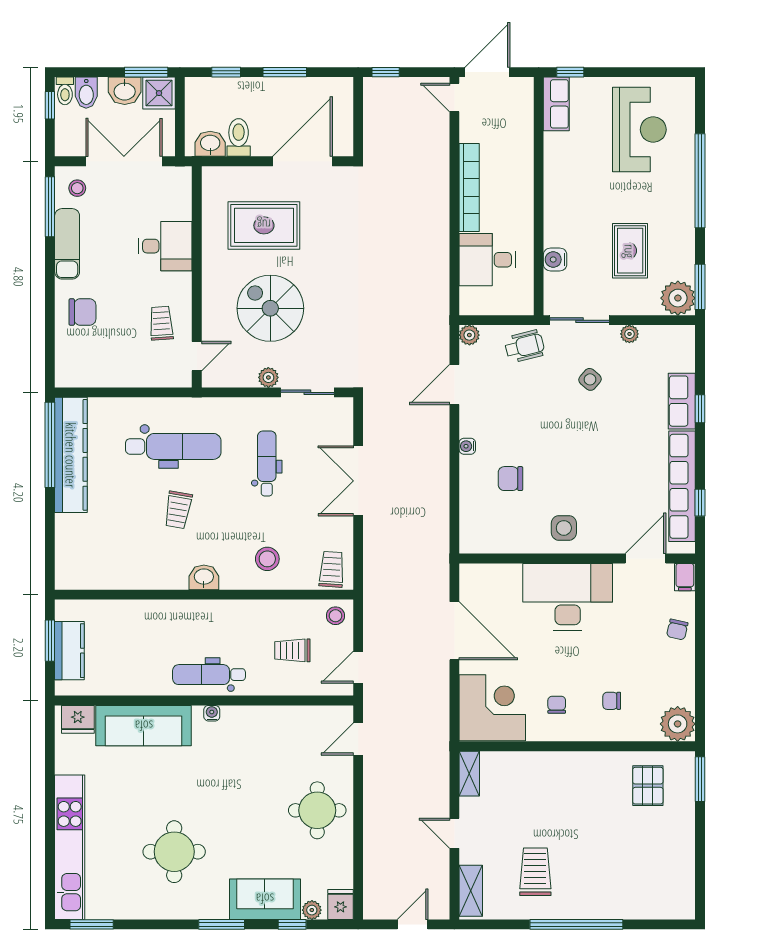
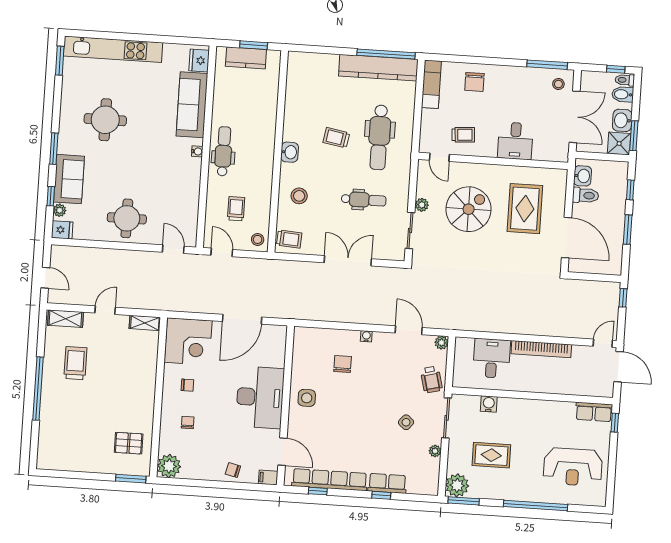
exam couch: (67, 244) -> (431, 84), moved, turned -90
trolley: (535, 872) -> (75, 363), turned -90

